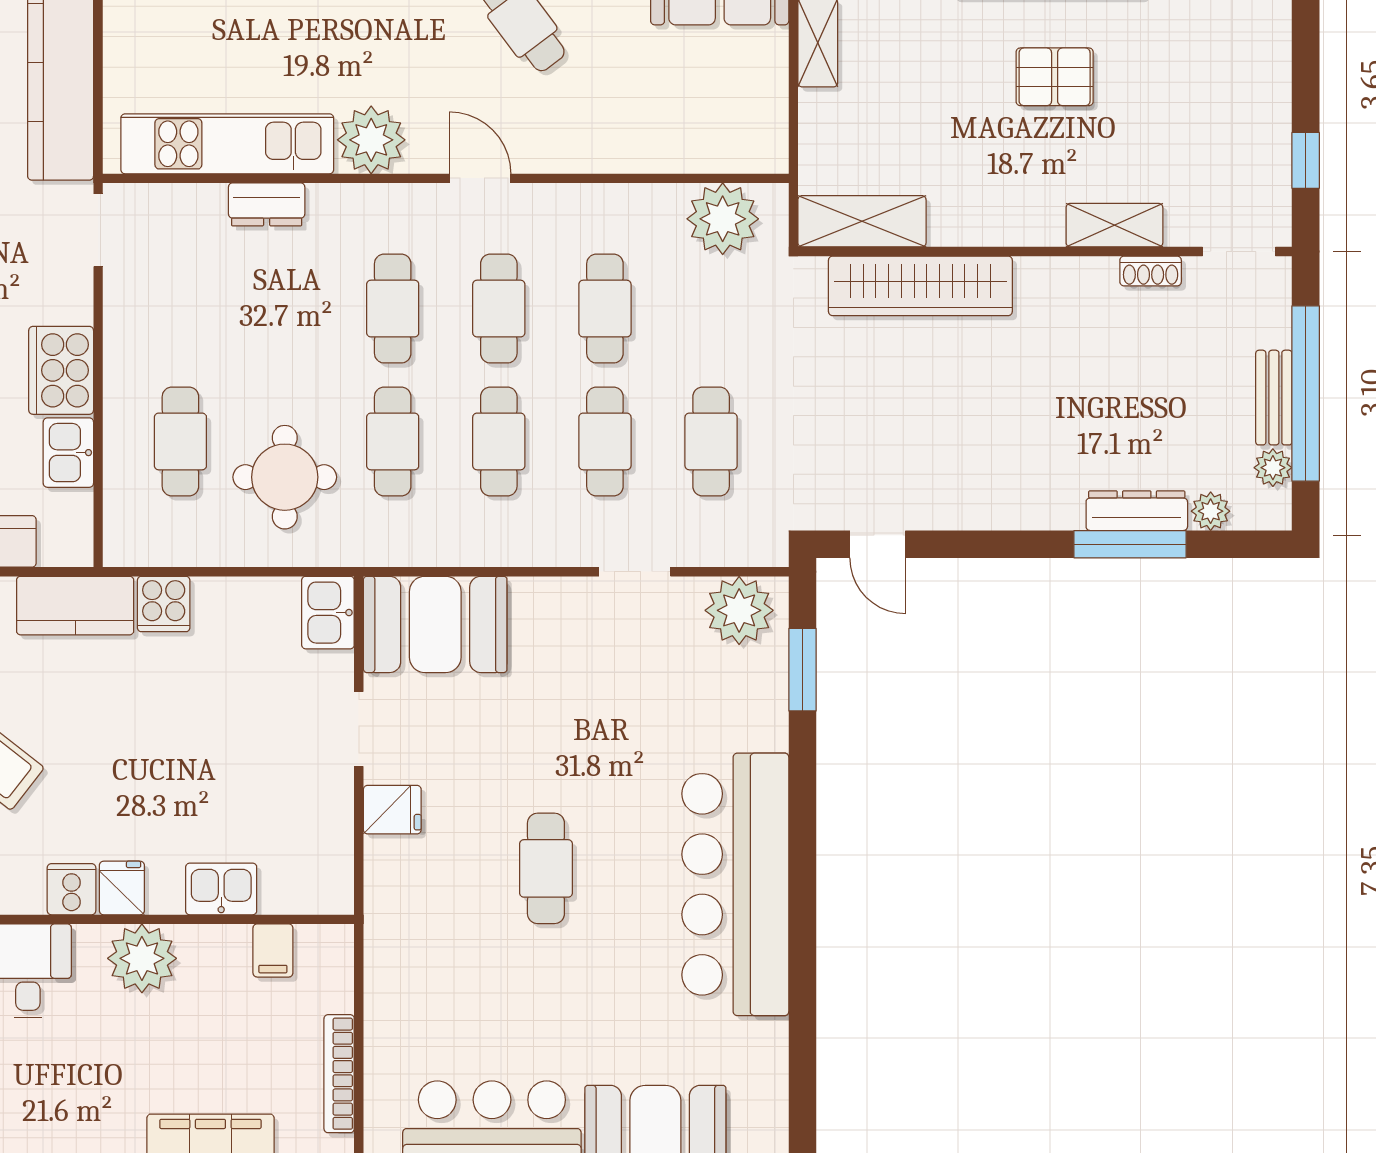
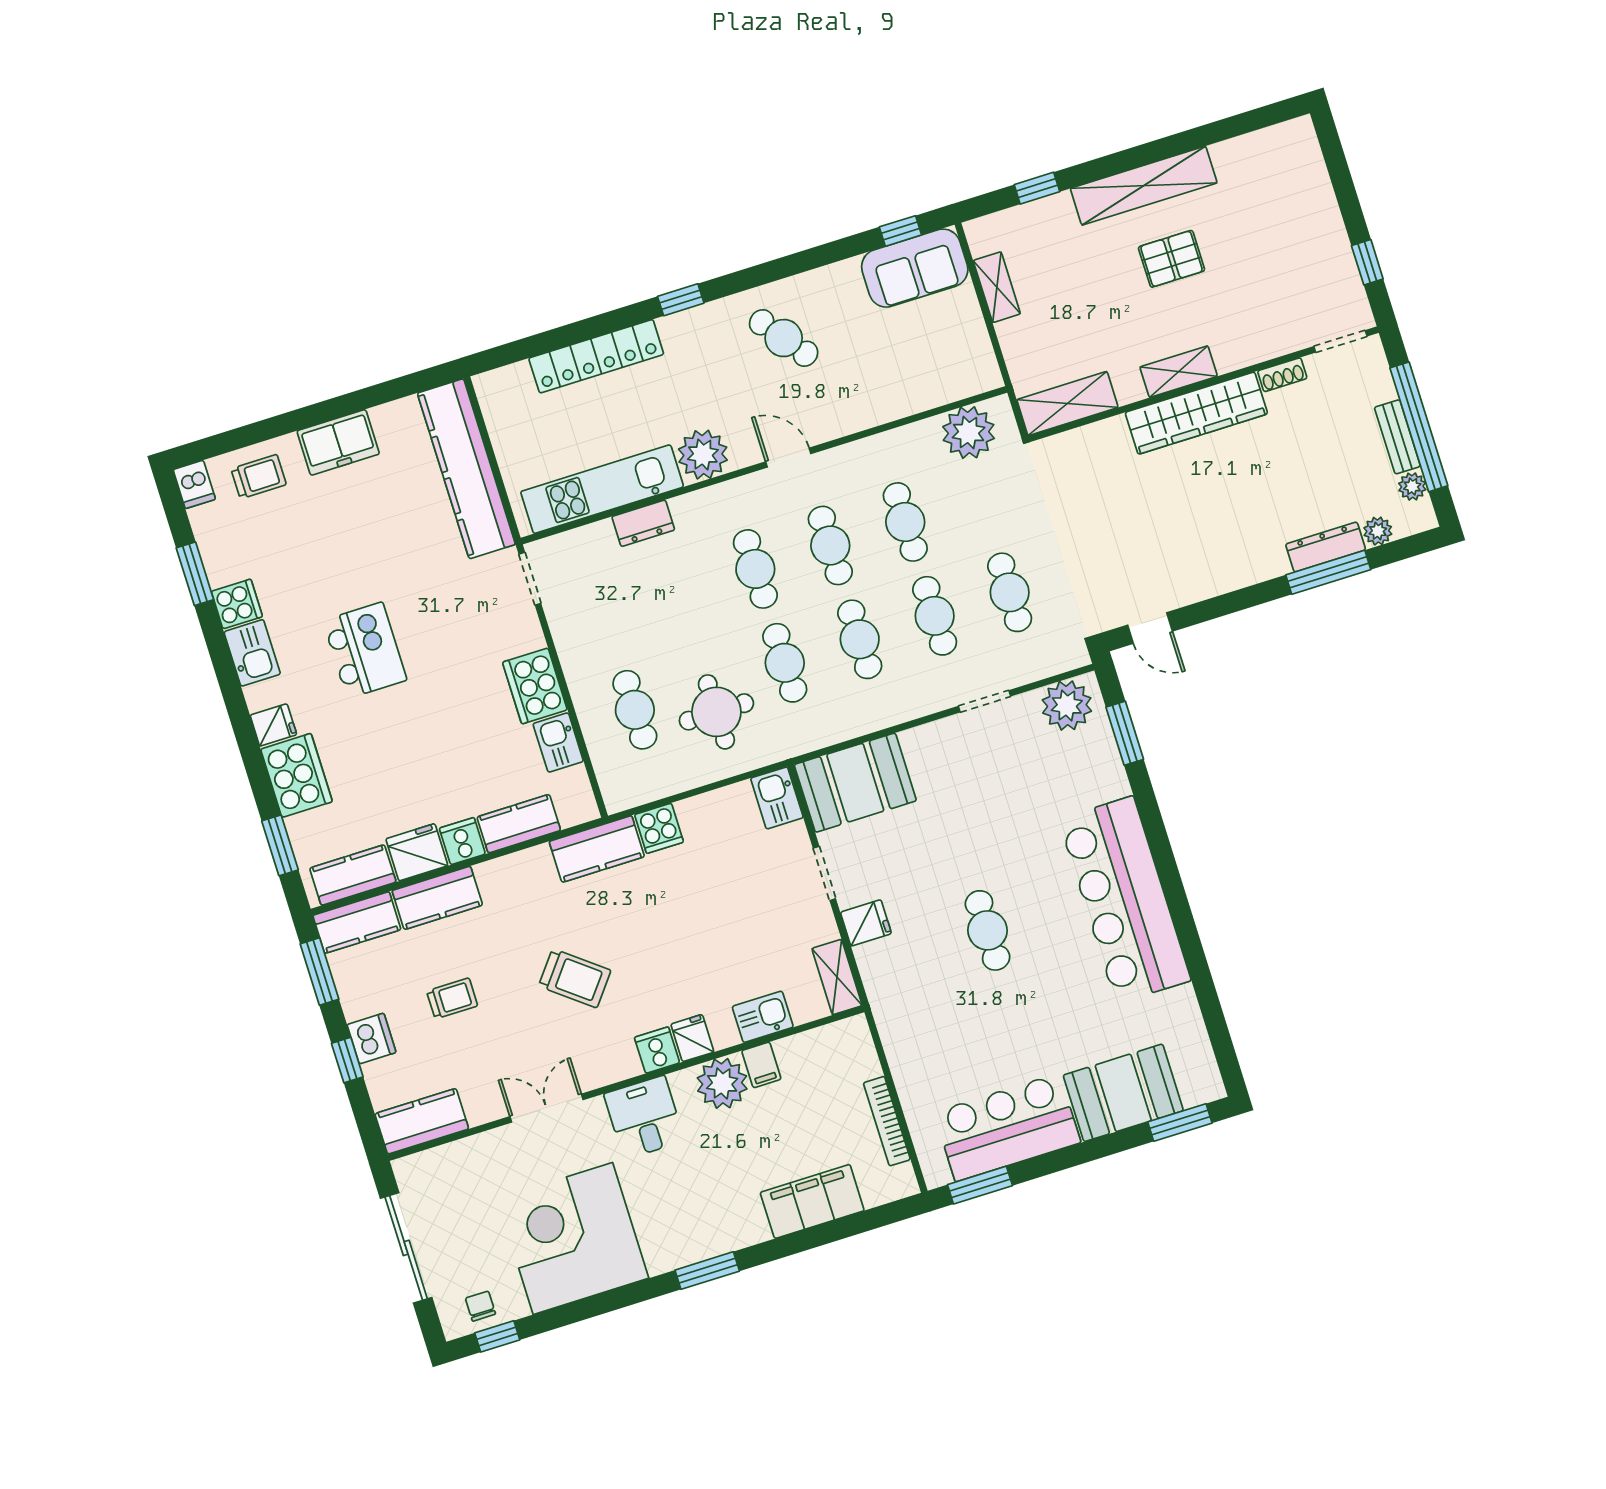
shelving: (1114, 225) -> (1179, 372), moved
wardrobe: (920, 286) -> (1196, 413), moved
shelving: (333, 868) -> (837, 977), added
filing cabinet: (273, 950) -> (761, 1065), moved

